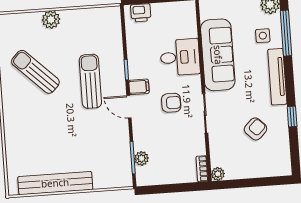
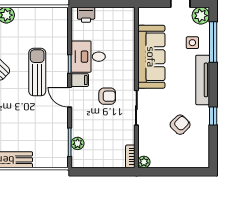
desk: (180, 57) -> (88, 57), moved, turned 180

